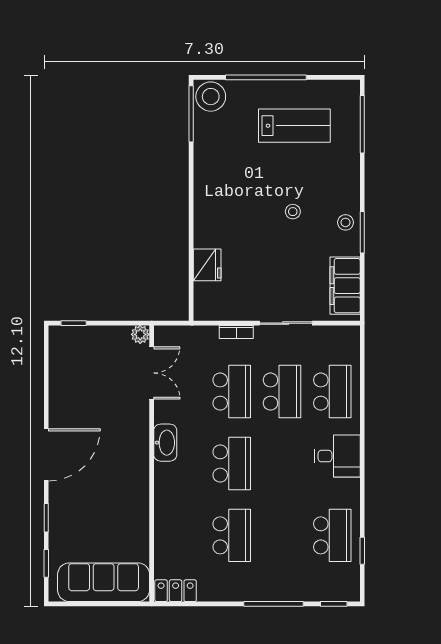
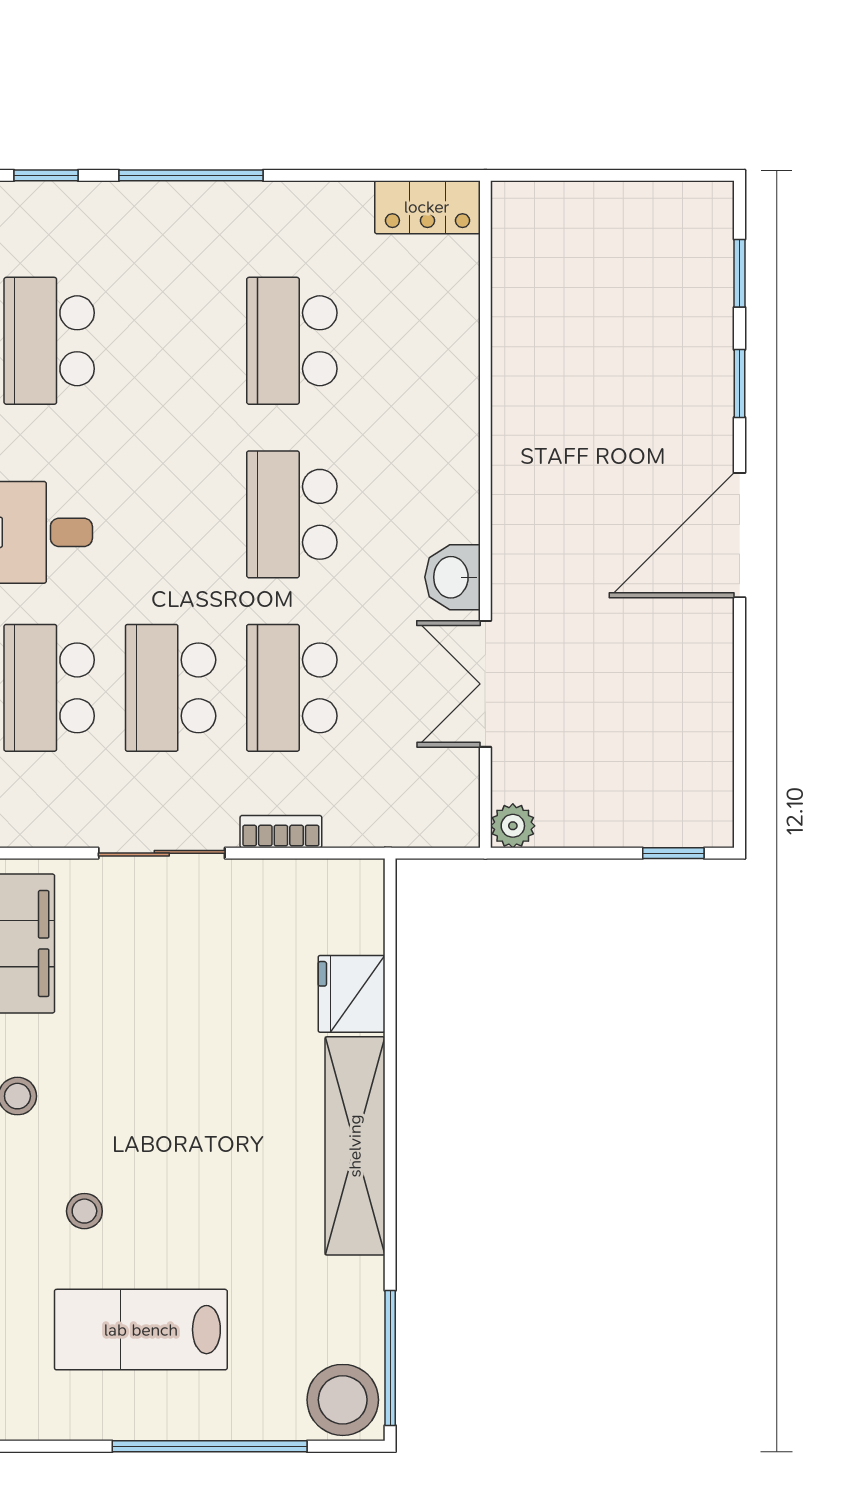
shelving: (206, 202) -> (355, 1146), added
stool: (293, 212) -> (84, 1211), moved
double door: (152, 373) -> (485, 684), moved
washbasin: (165, 443) -> (453, 577), width x0.72
sofa: (104, 582) -> (601, 228), removed

